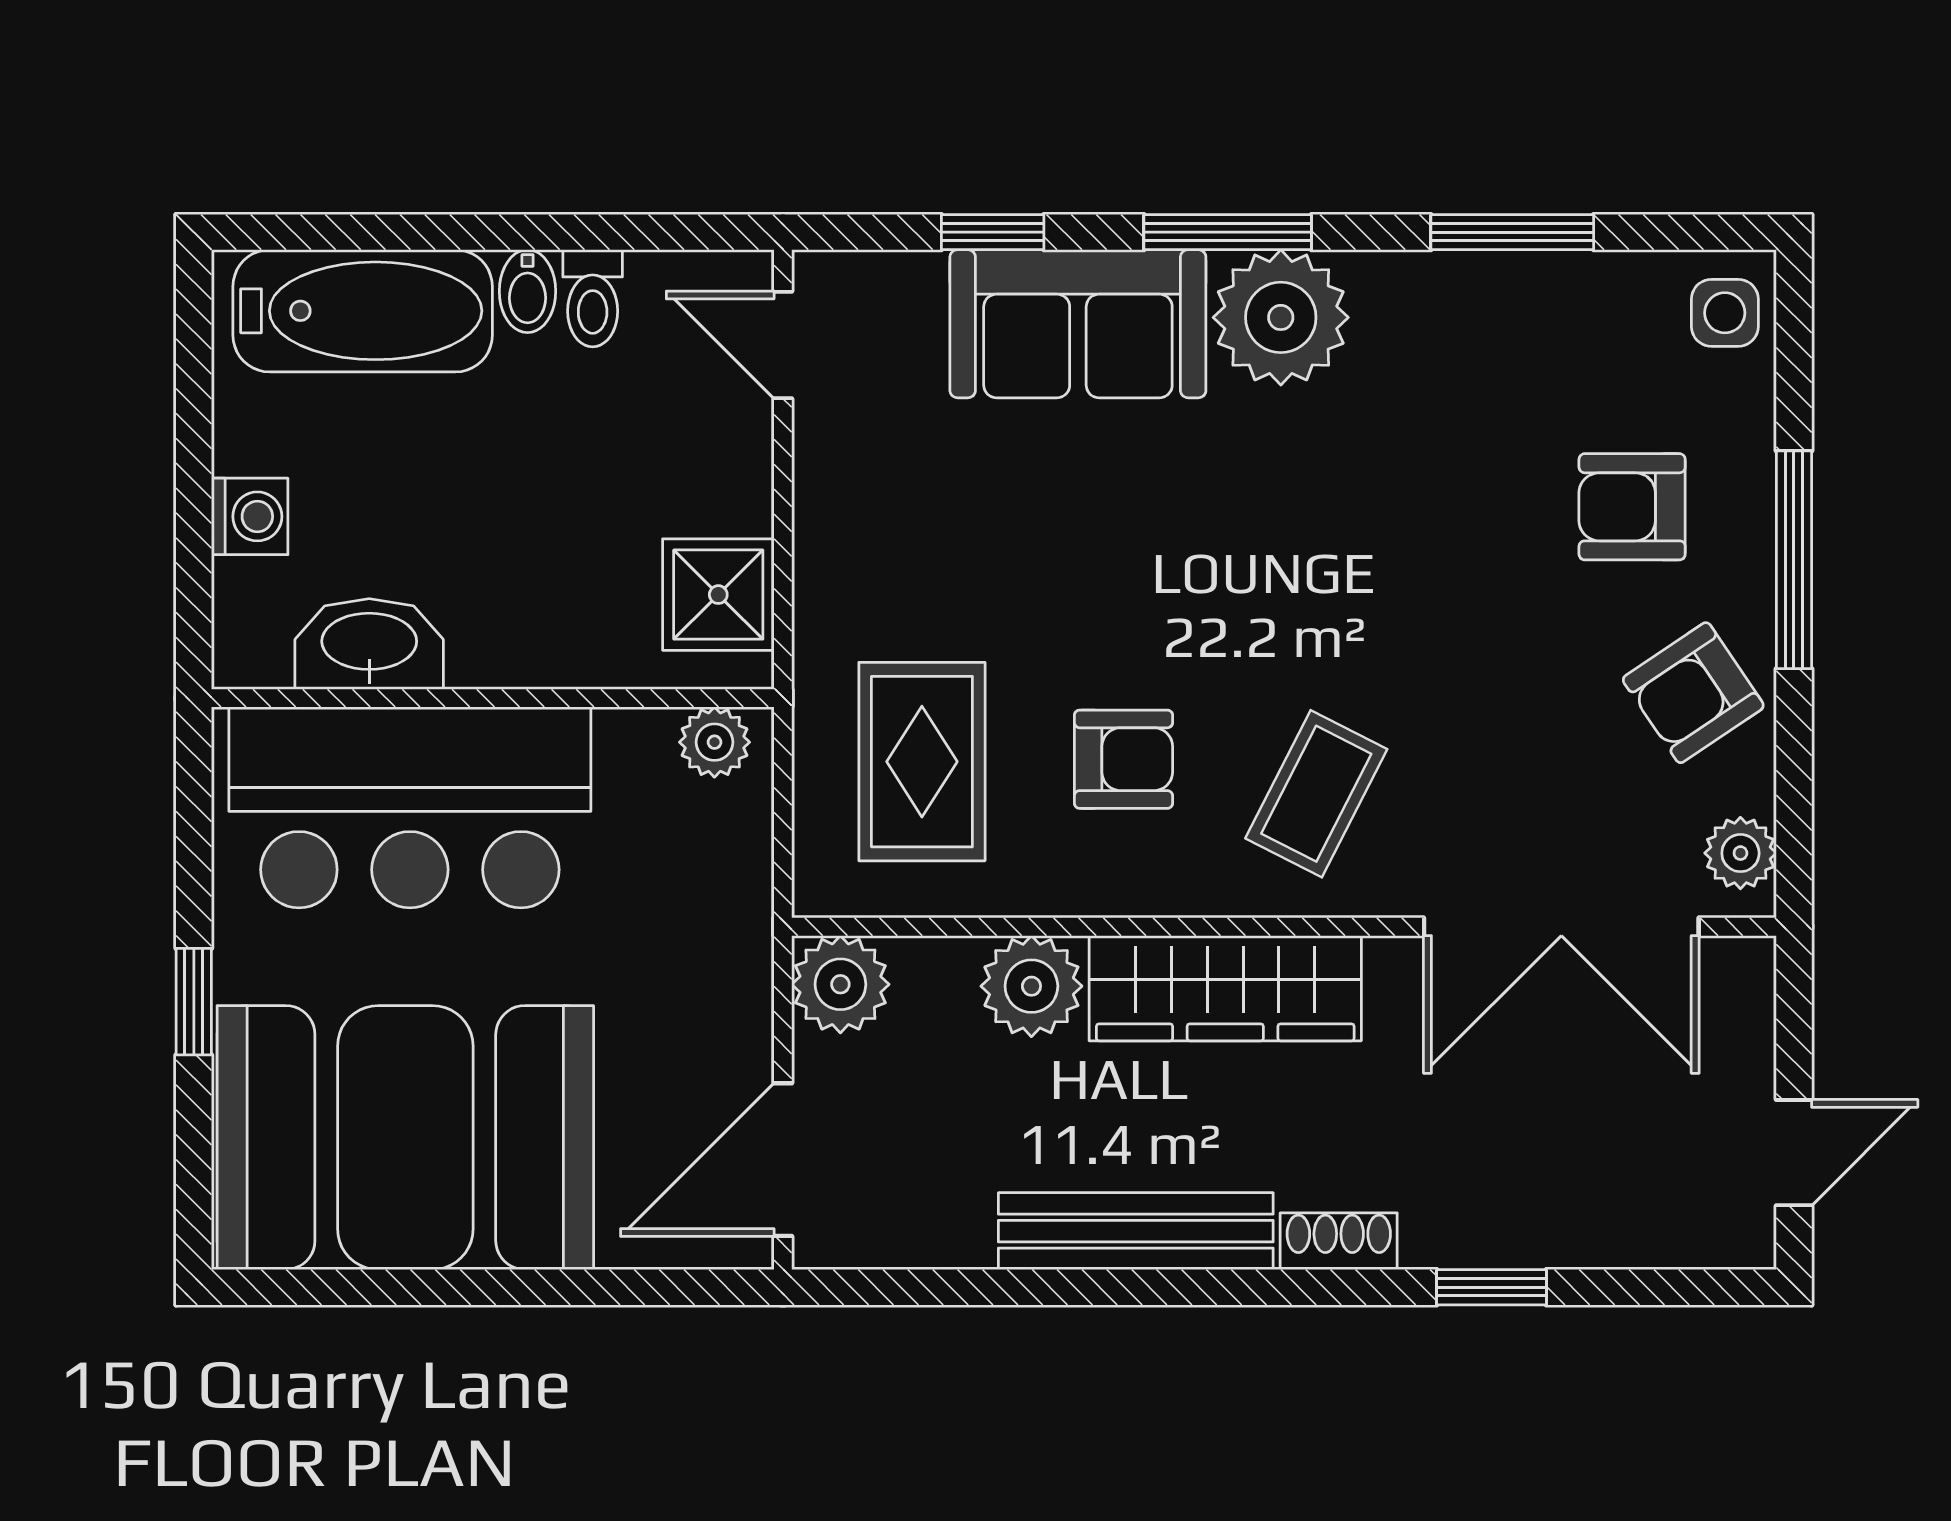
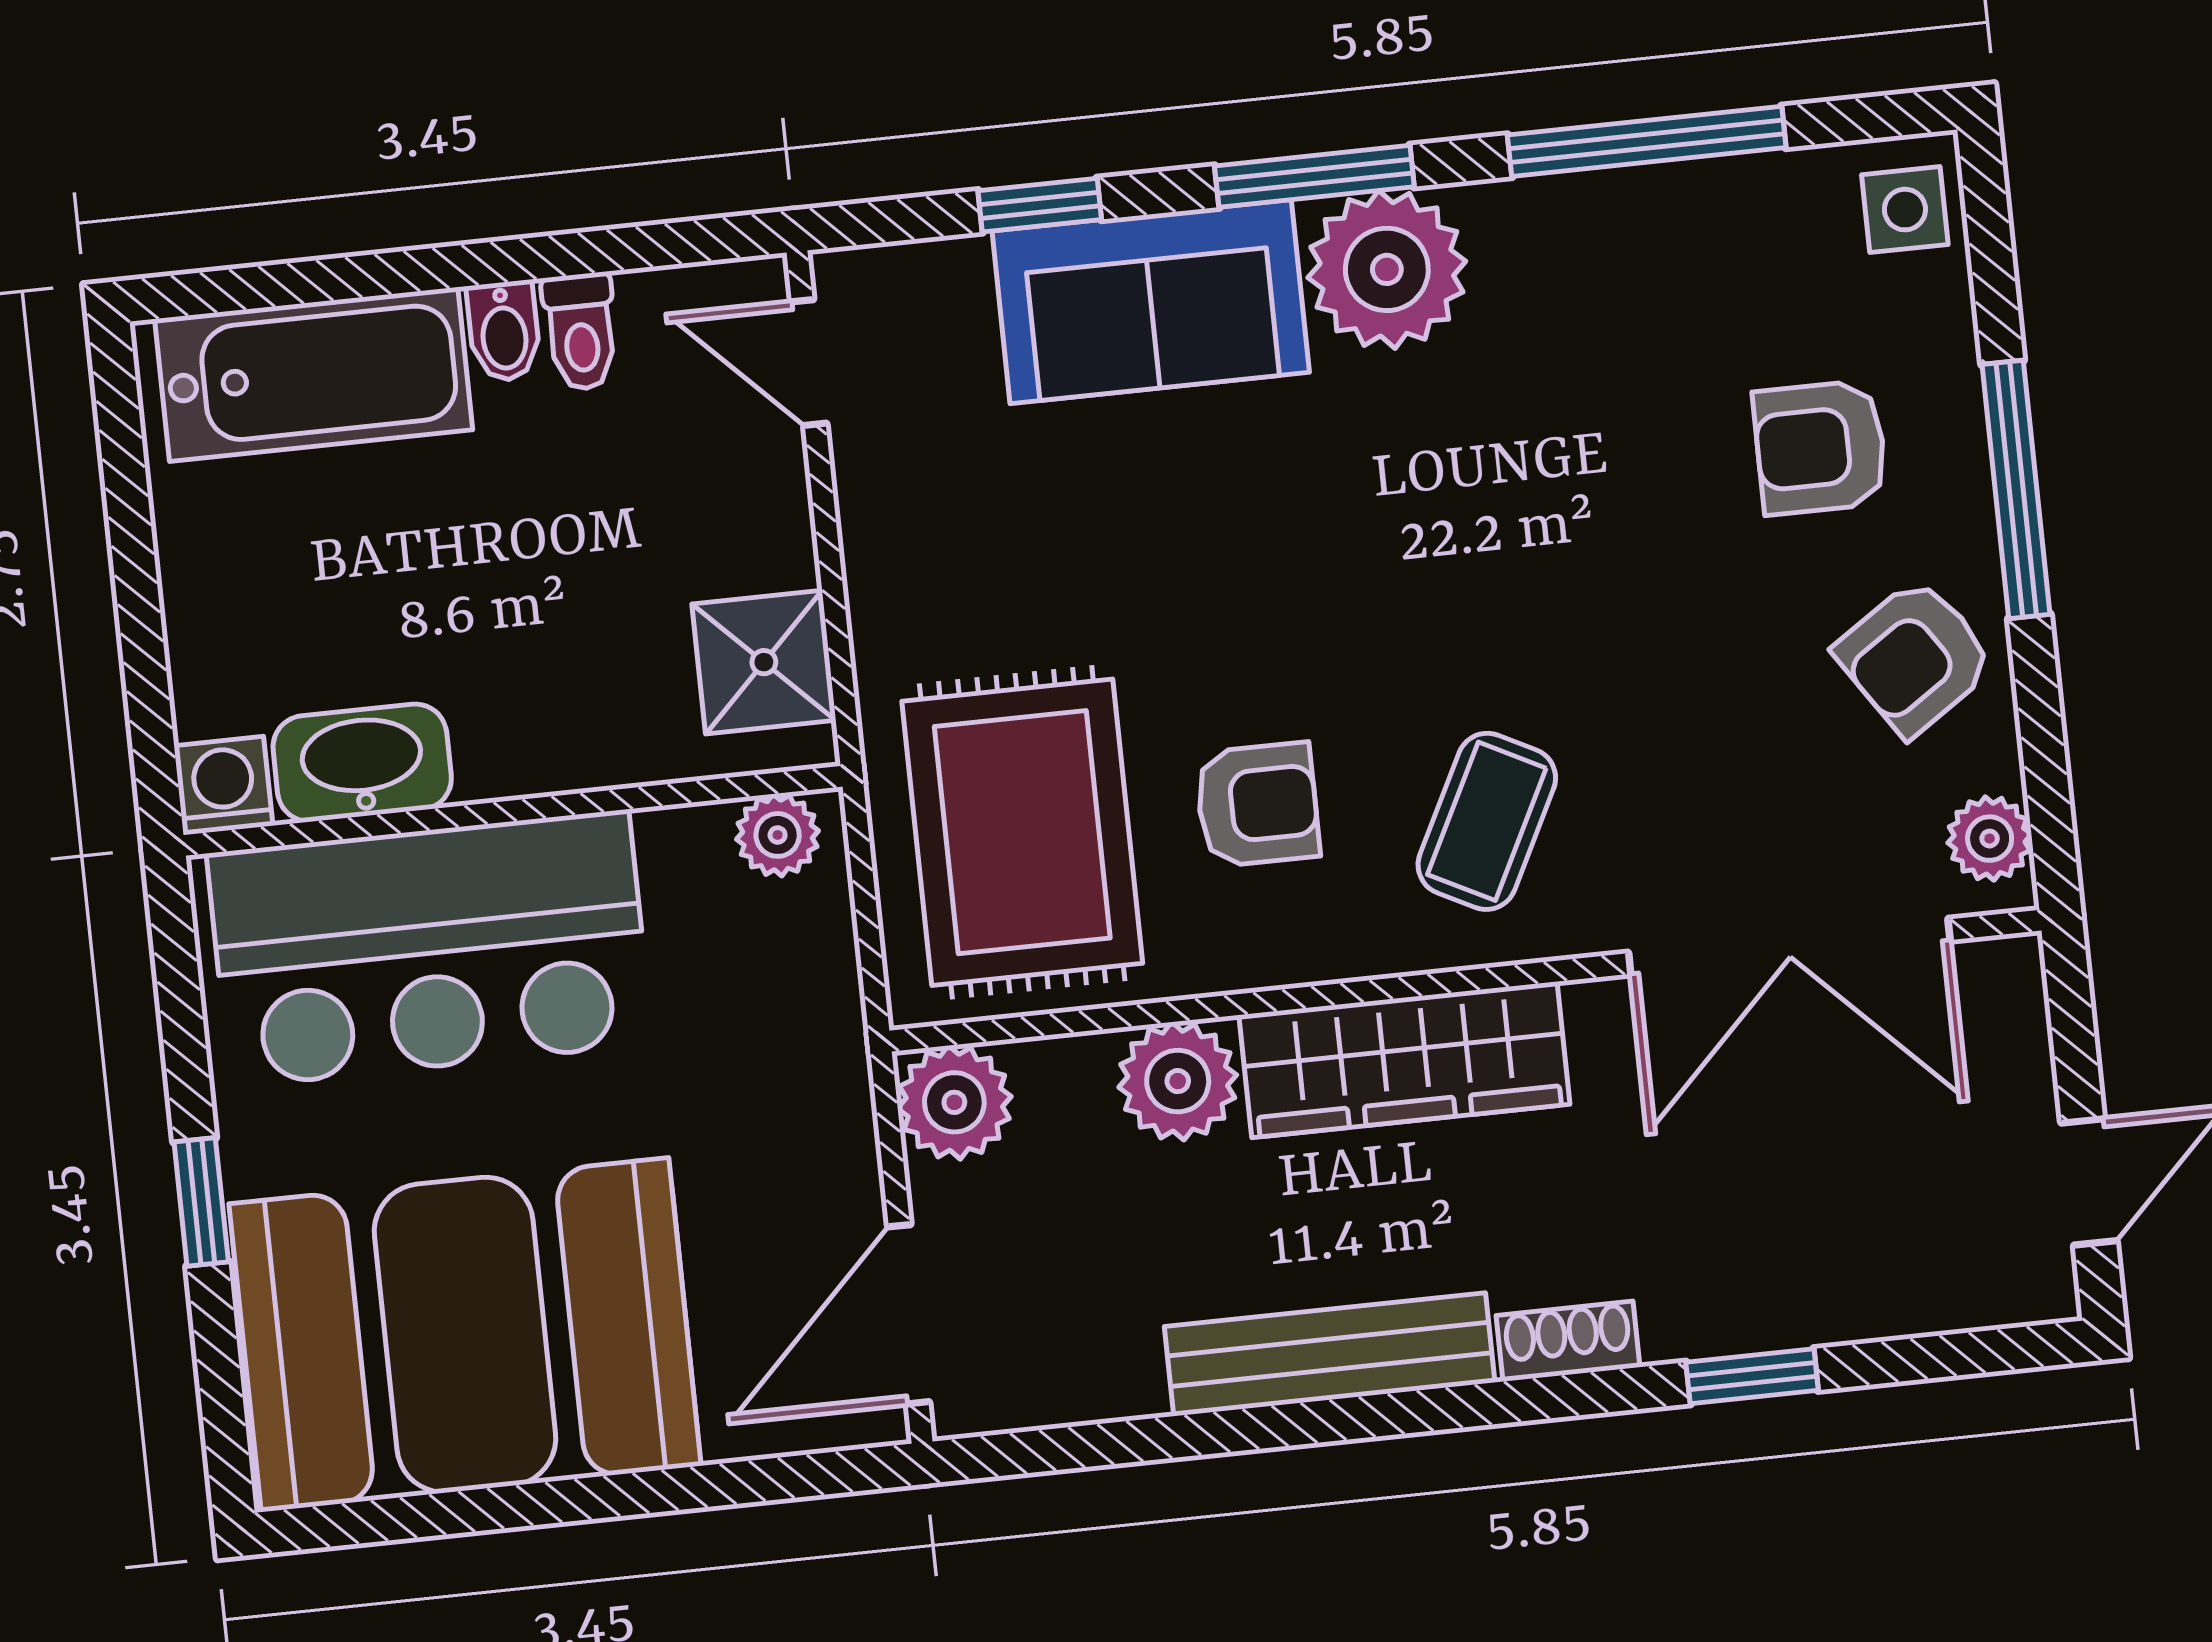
window: (1512, 232) -> (1647, 141), width x1.44
washing machine: (250, 516) -> (223, 786), moved, turned -90
rug: (922, 762) -> (1022, 832), width x1.36, depth x1.43

